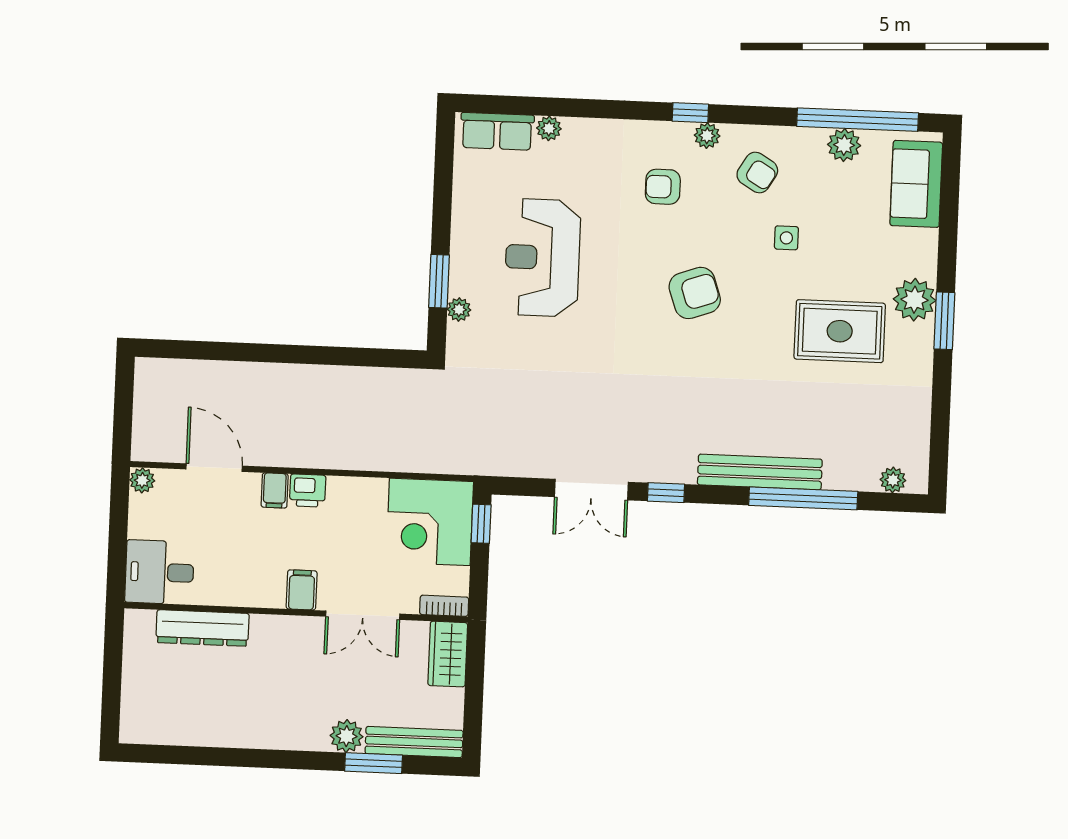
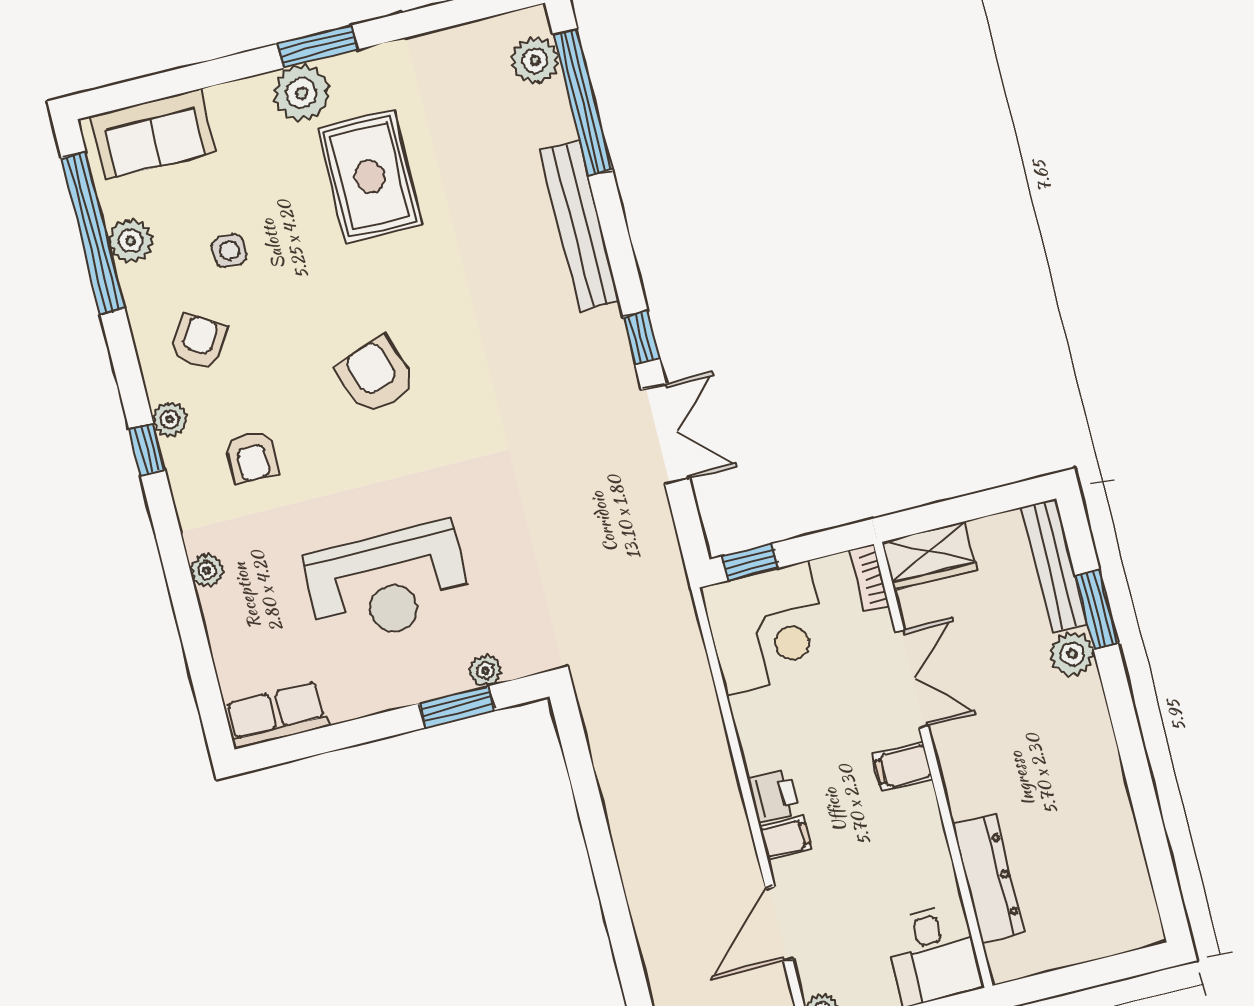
plant: (549, 128) -> (207, 570), moved
row of seats: (497, 131) -> (277, 715), moved, turned -90
side table: (786, 238) -> (229, 251), moved
plant: (893, 480) -> (535, 60), width x1.38, depth x1.38
window: (803, 498) -> (583, 102), moved

